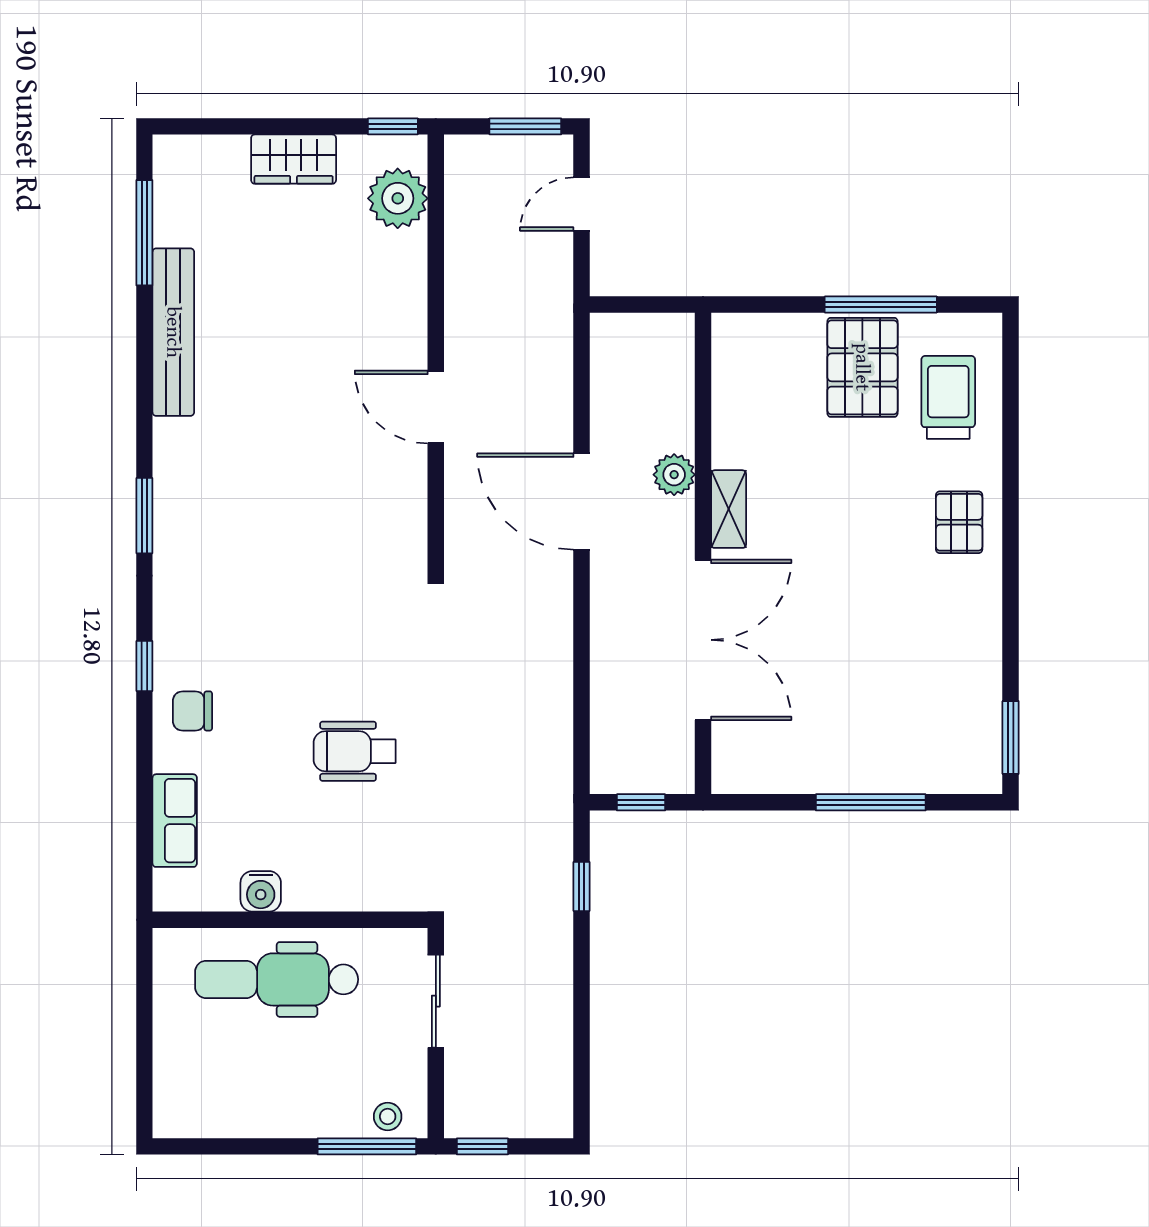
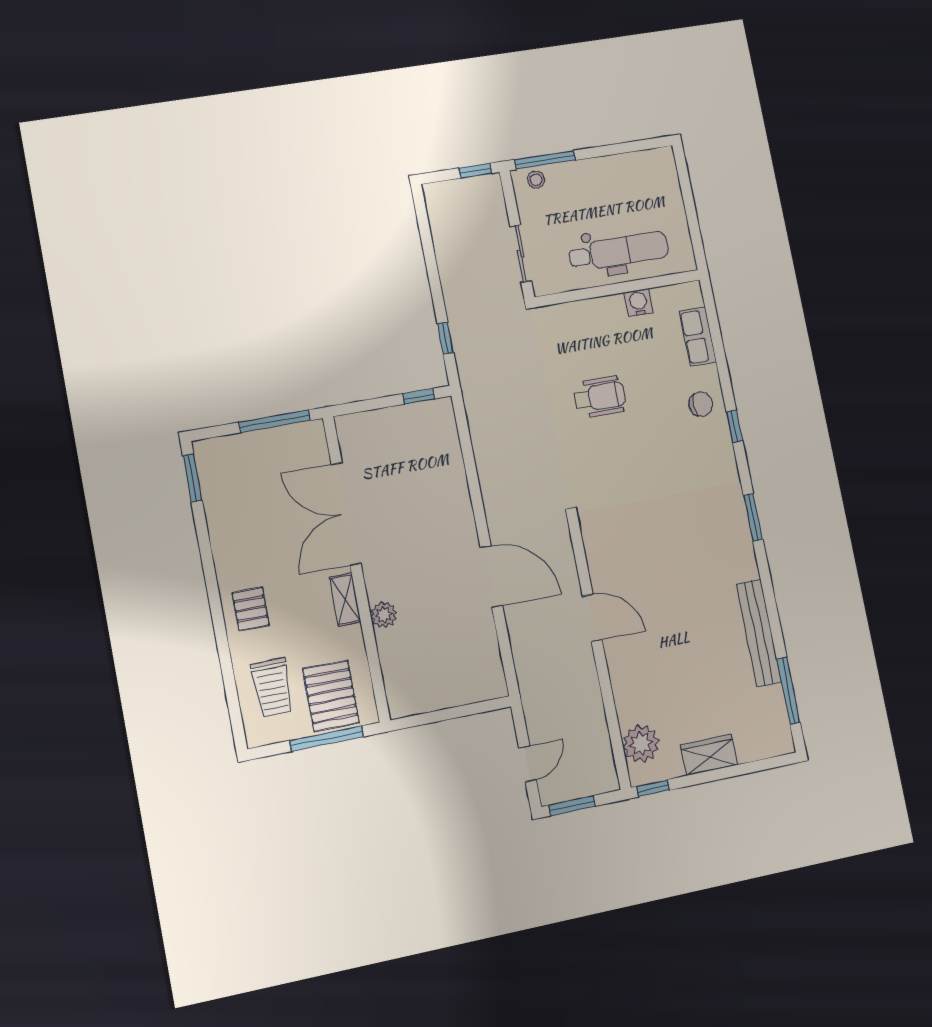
plant: (674, 475) -> (384, 615), moved
shelving: (729, 509) -> (345, 599), moved
wall: (703, 553) -> (356, 568), moved
double door: (703, 640) -> (346, 514), moved

